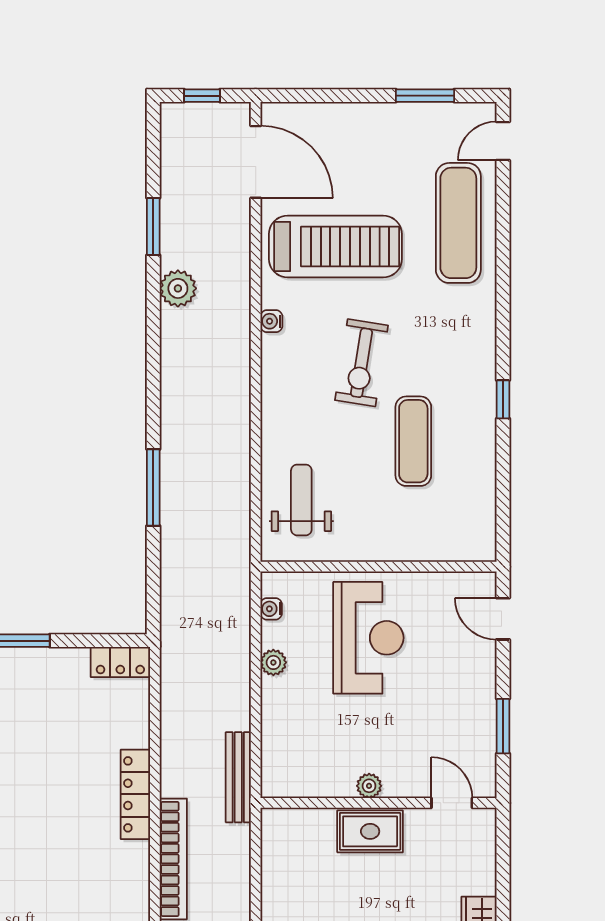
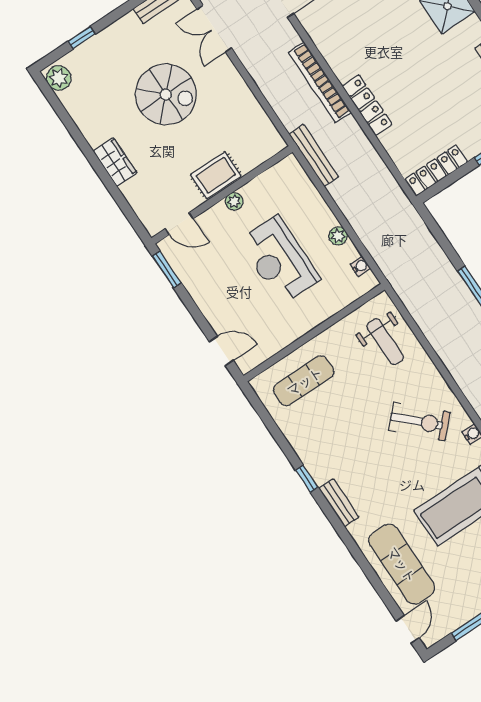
bench: (484, 345) -> (339, 503), added
exercise bike: (362, 363) -> (419, 422), moved, turned 125
exercise mat: (413, 441) -> (304, 381), moved, turned 90
reception desk: (368, 638) -> (279, 260), moved
locker: (120, 662) -> (437, 170), width x1.53
window: (503, 726) -> (167, 269), moved

